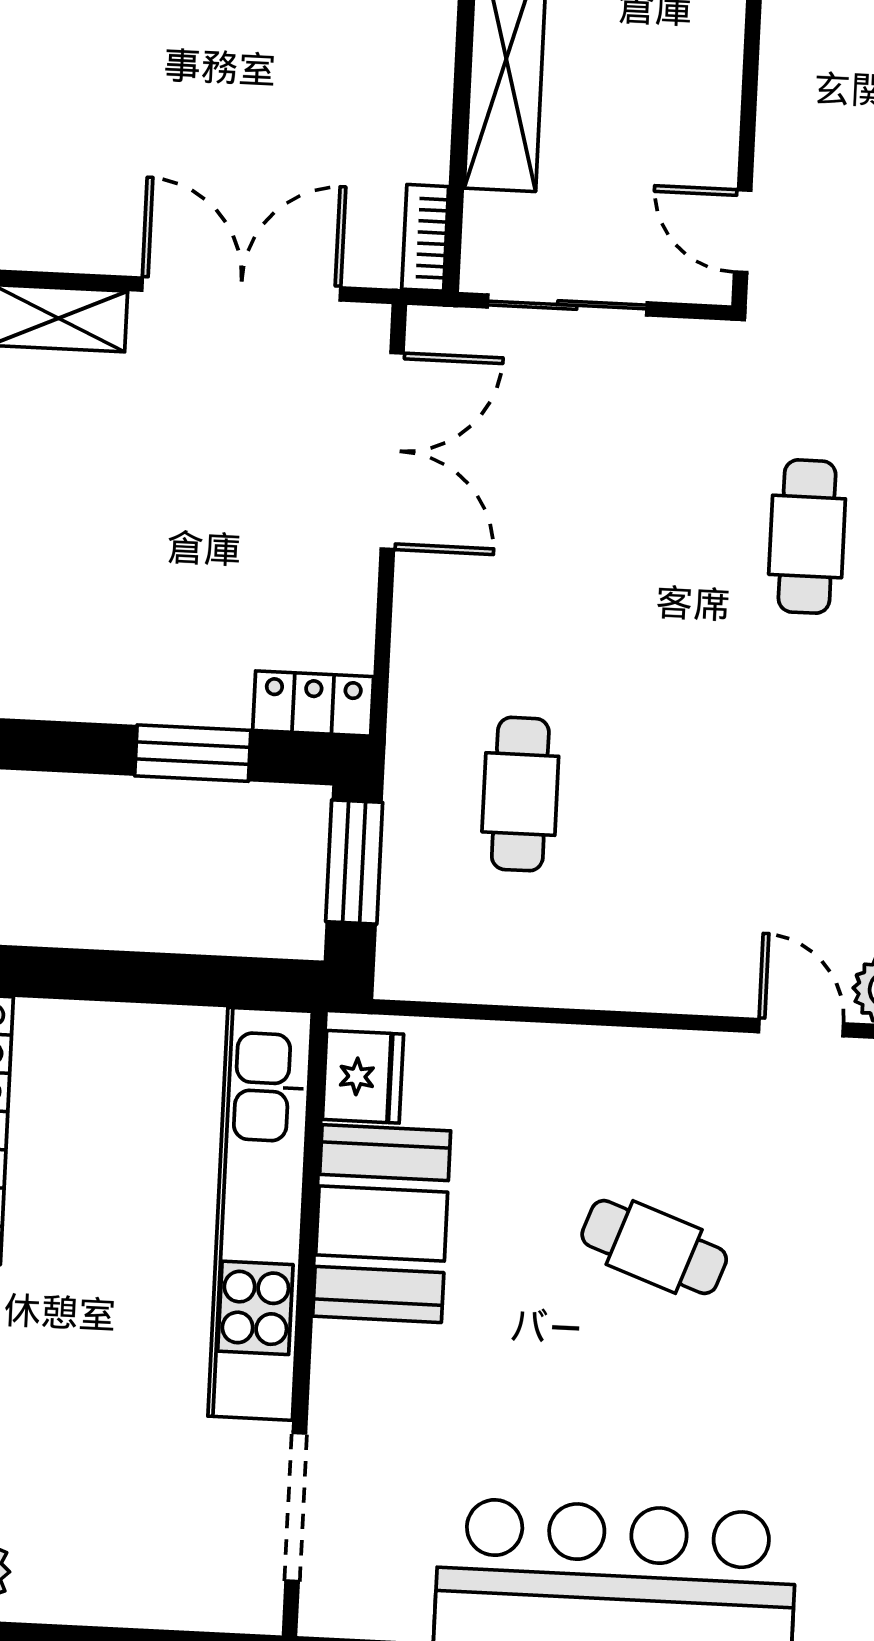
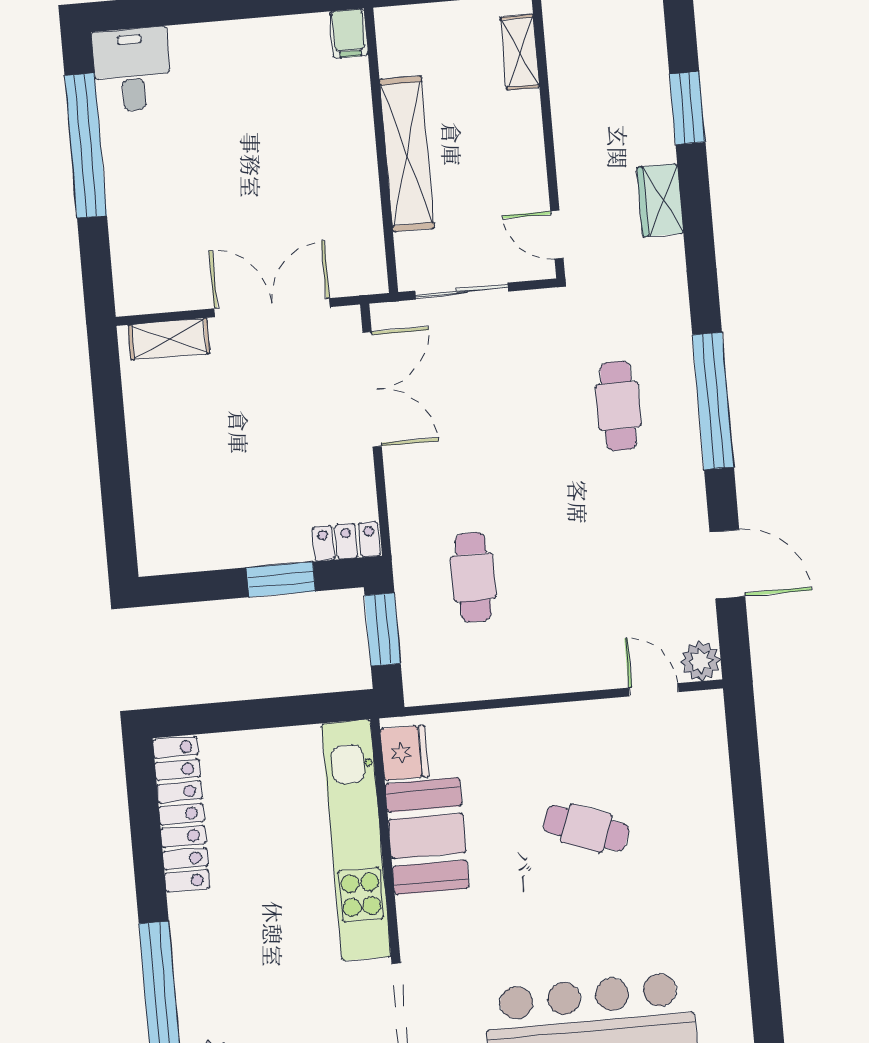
bookcase: (425, 238) -> (374, 264), removed

